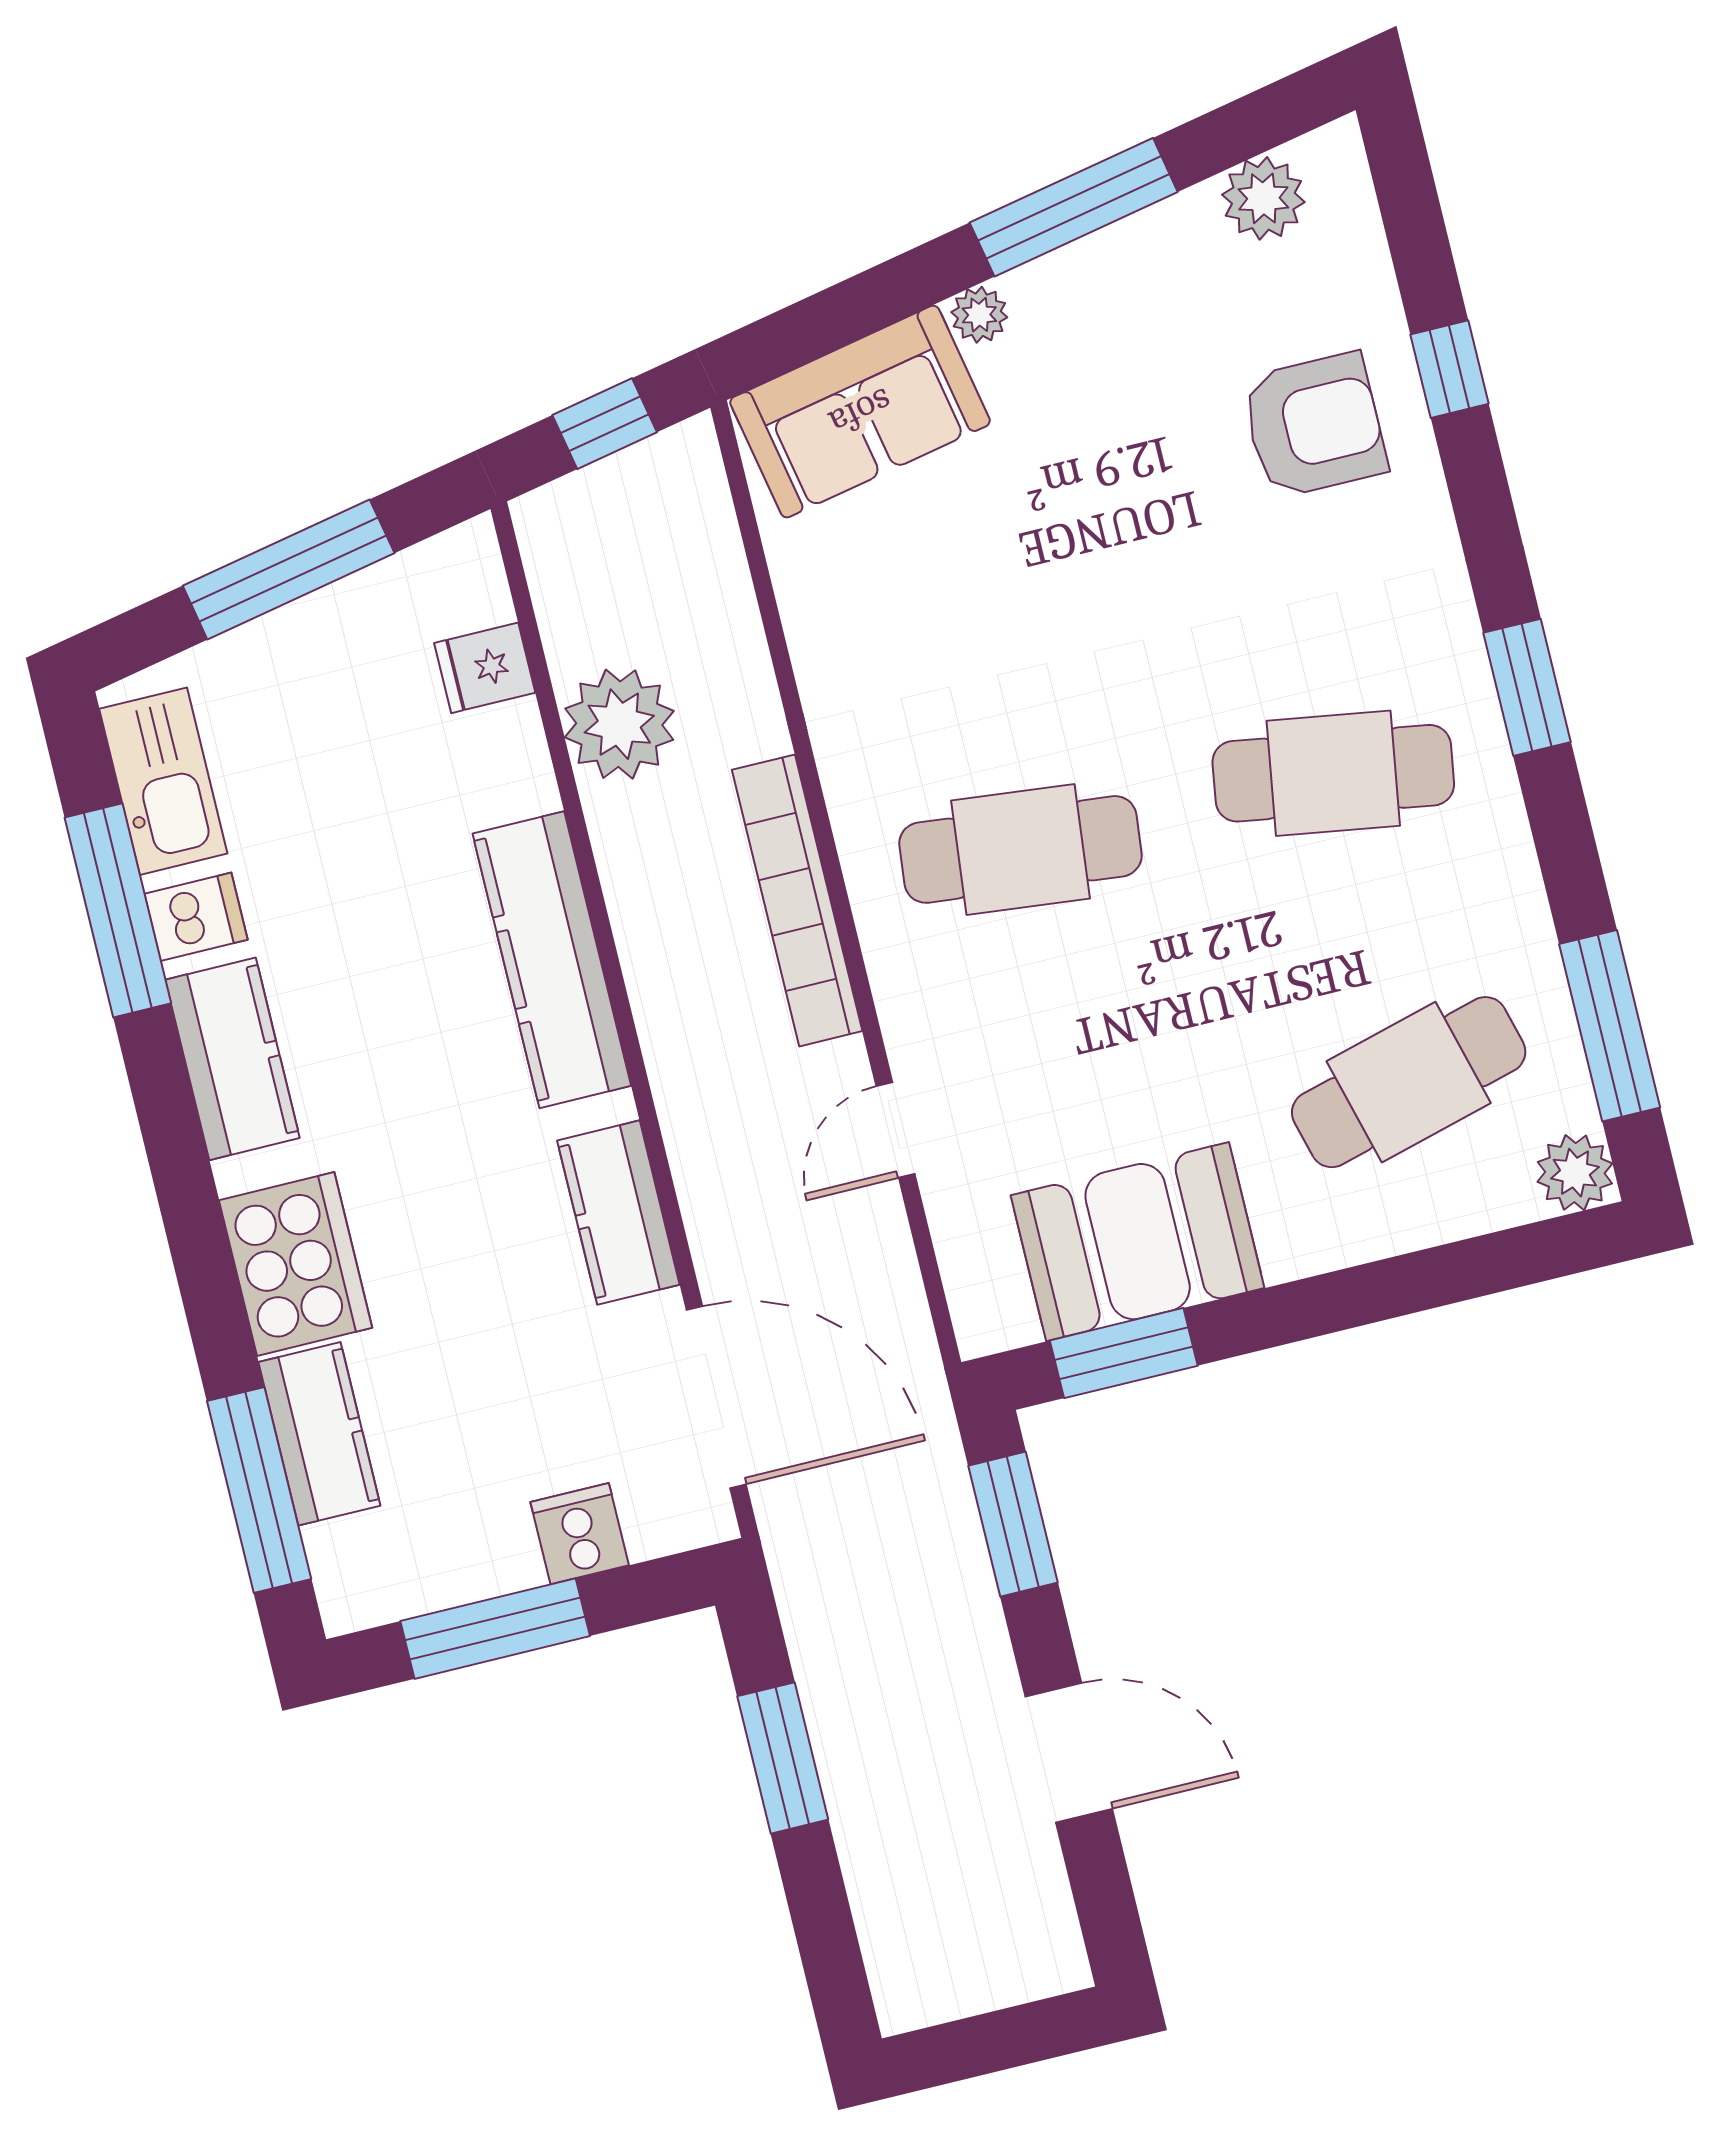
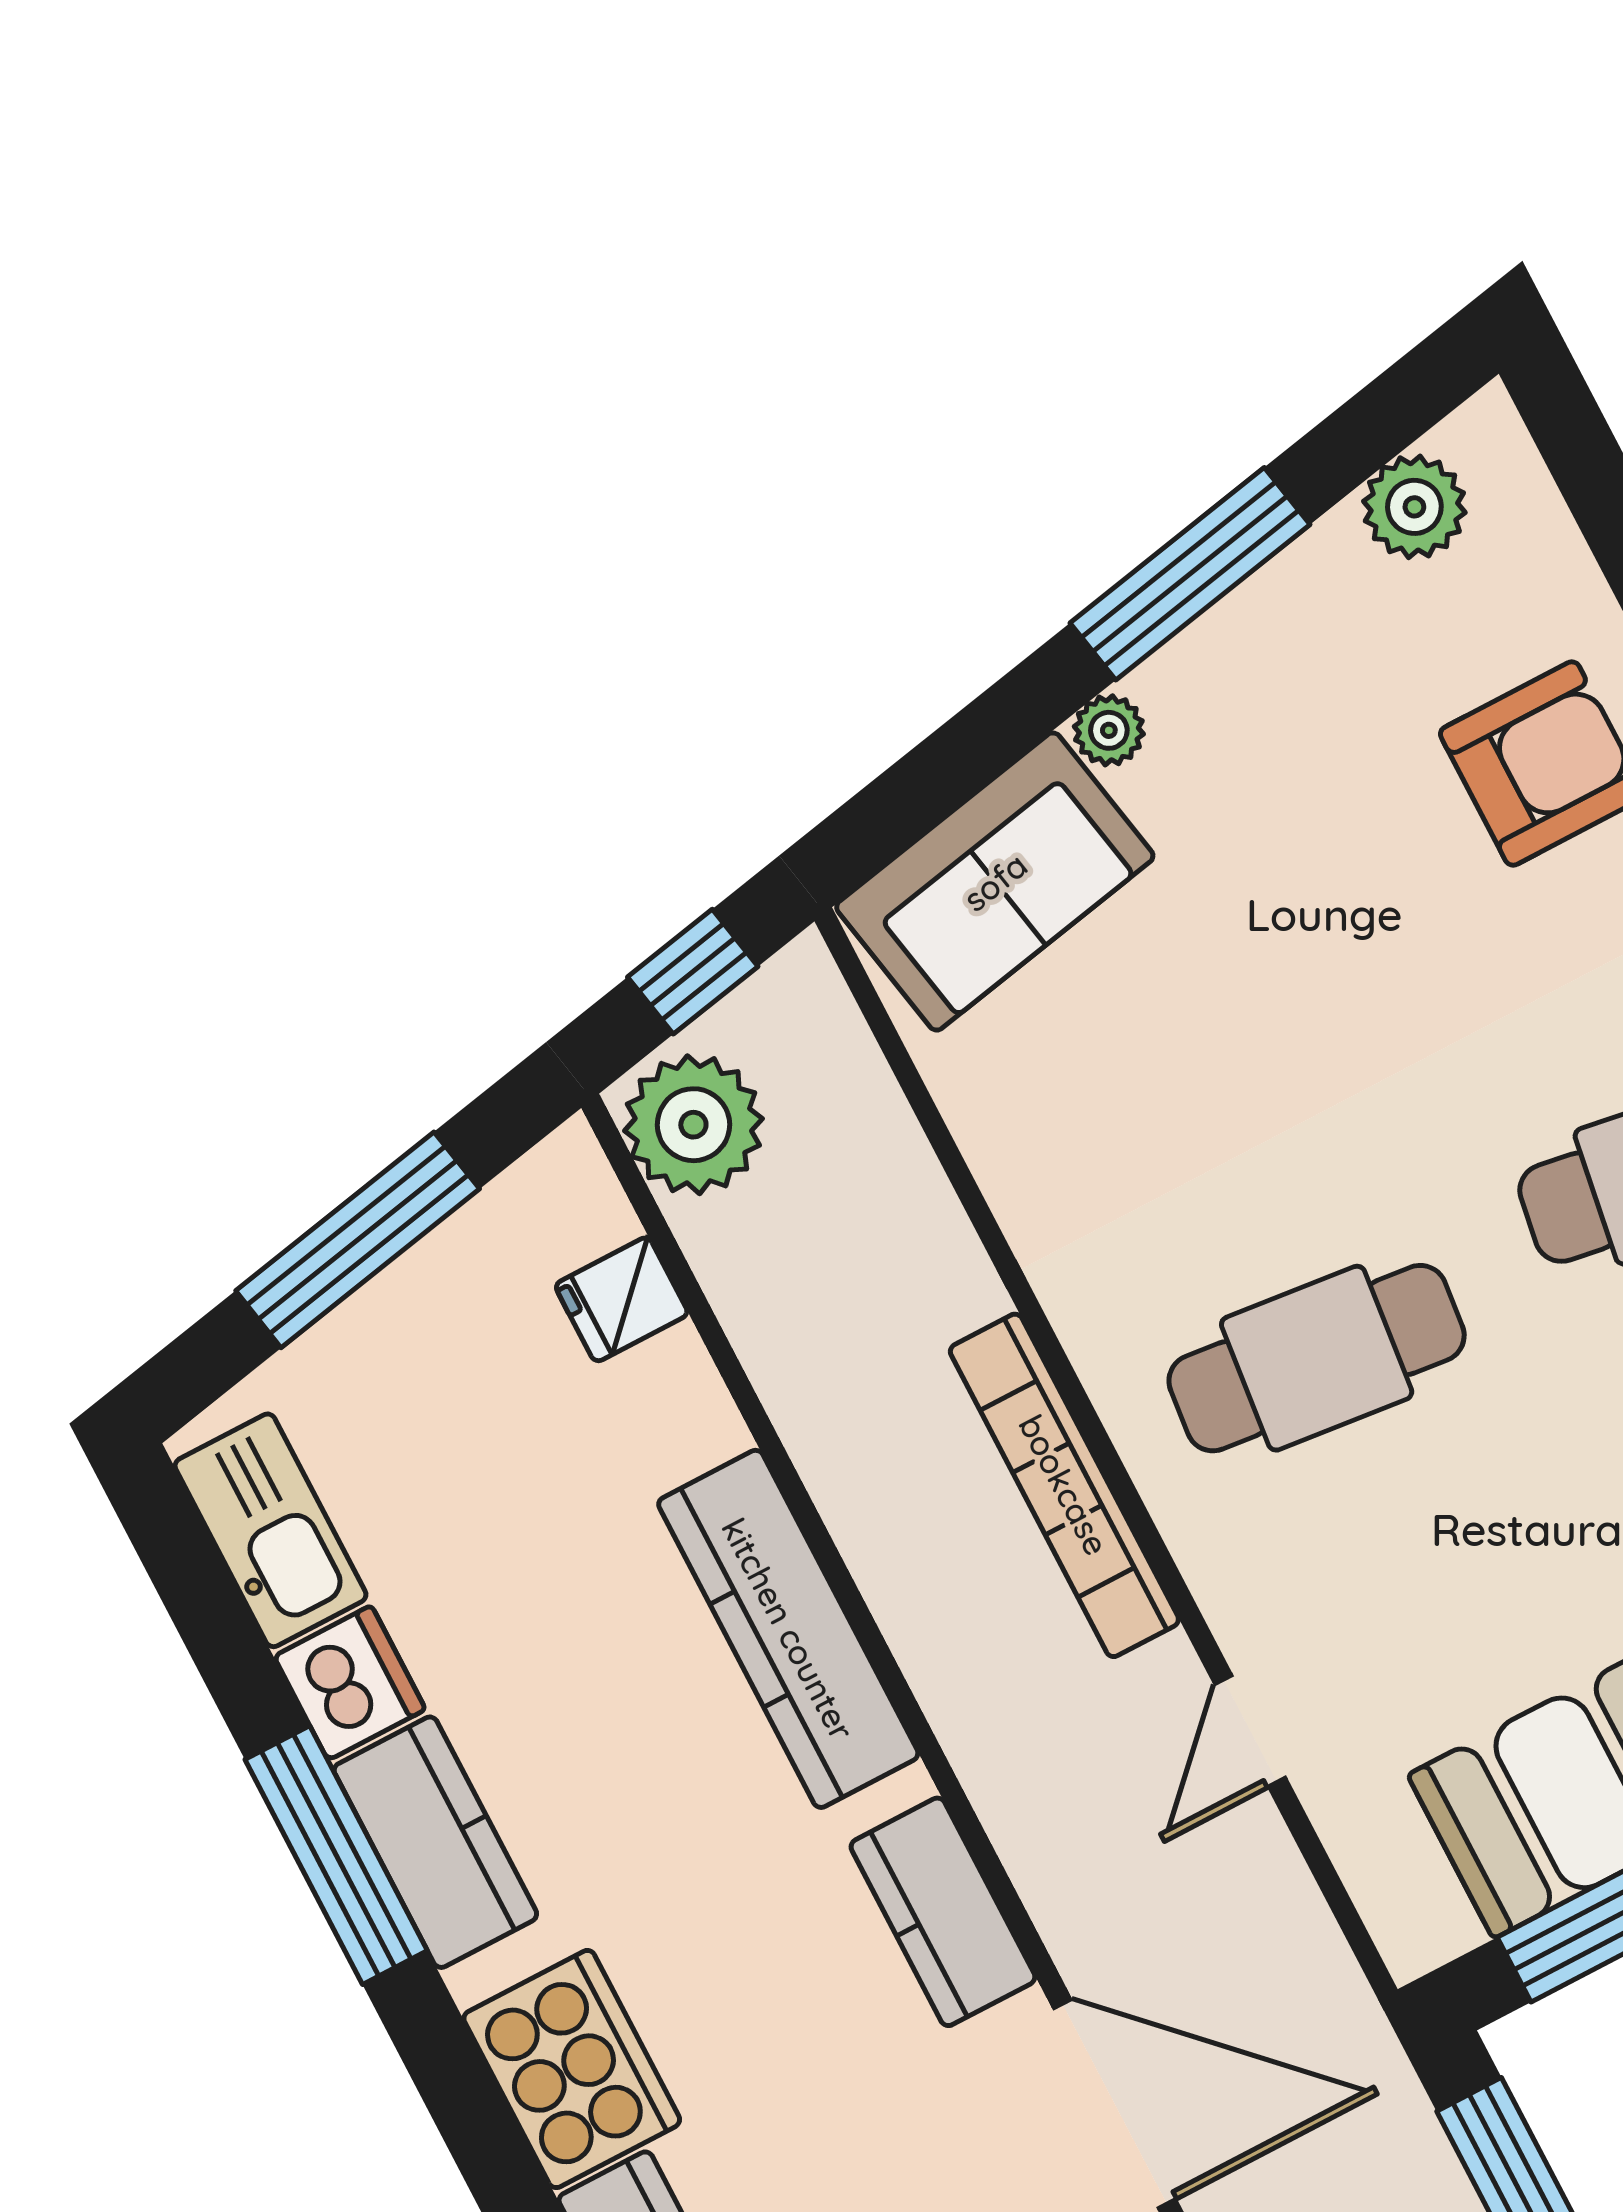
plant: (619, 724) -> (693, 1125), moved
window: (118, 910) -> (336, 1855), moved
dishwasher: (196, 917) -> (350, 1683), width x1.38

